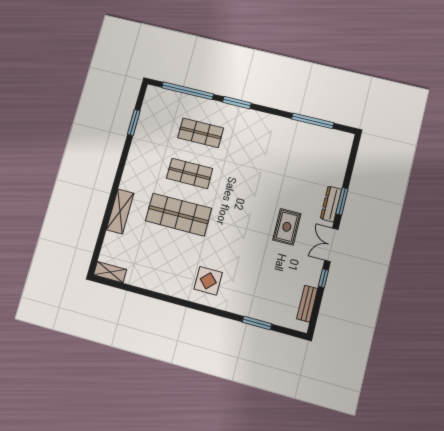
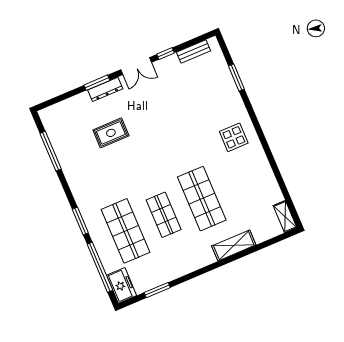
freezer: (160, 97) -> (122, 285), added
shop shelf: (201, 133) -> (126, 231), width x1.43, depth x1.36
rug: (287, 227) -> (111, 133), moved

